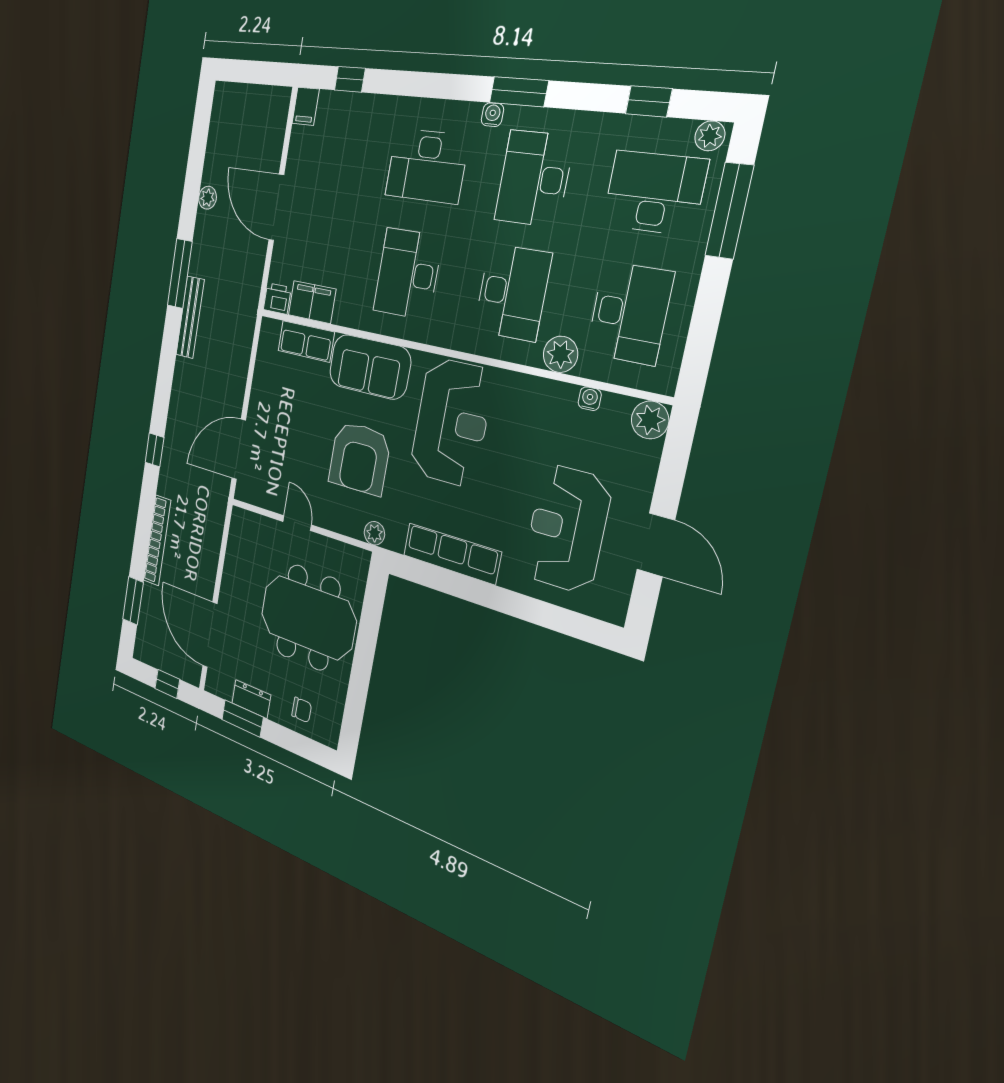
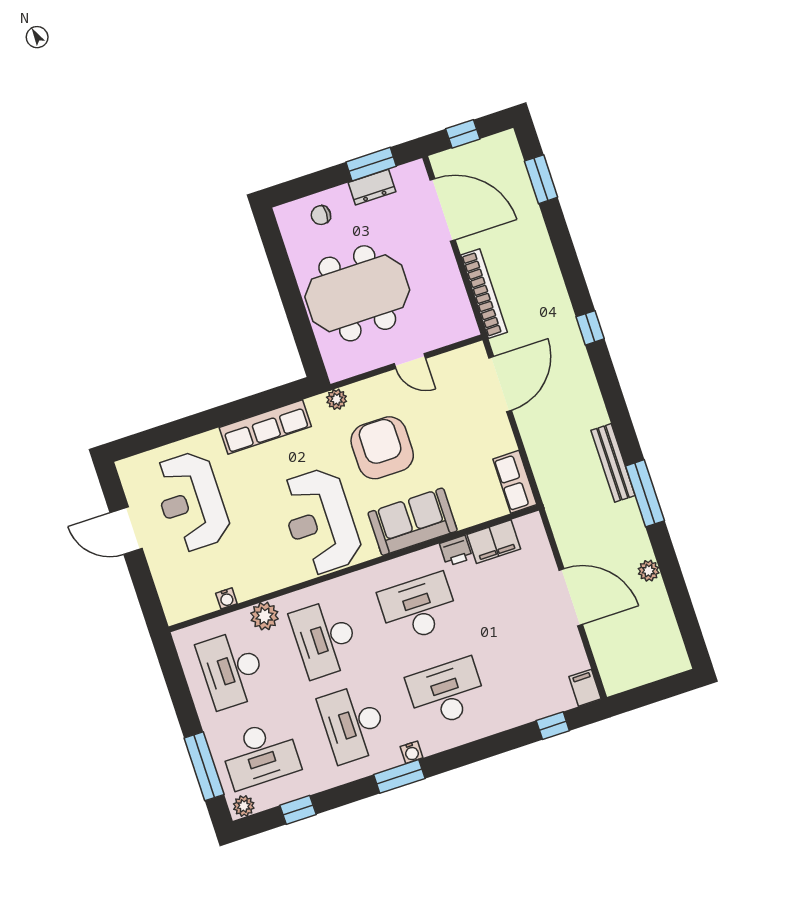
desk: (534, 179) -> (353, 724), turned 180
desk: (408, 274) -> (418, 608), turned -90
printer: (277, 299) -> (456, 551), moved
row of seats: (306, 341) -> (515, 482), moved, turned -90
plant: (650, 420) -> (178, 609), removed
reception desk: (567, 529) -> (191, 502), turned 180
bookcase: (157, 541) -> (484, 294), moved, turned 180

